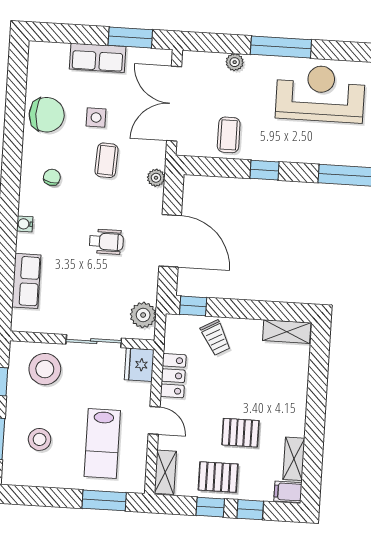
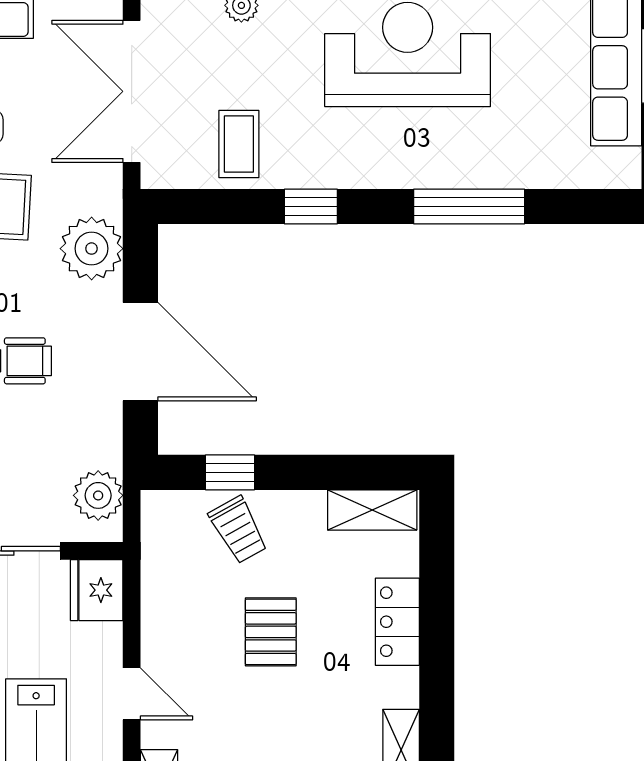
plant: (156, 178) -> (92, 249), width x1.87, depth x1.87
window: (193, 306) -> (230, 472), moved
locker: (173, 376) -> (397, 622), moved, turned 180
pallet: (240, 433) -> (271, 632), moved, turned 90

